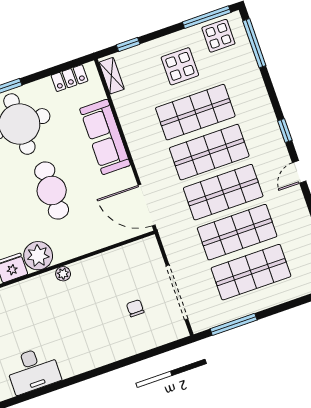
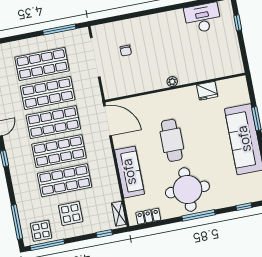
plant: (38, 256) -> (188, 97), removed

